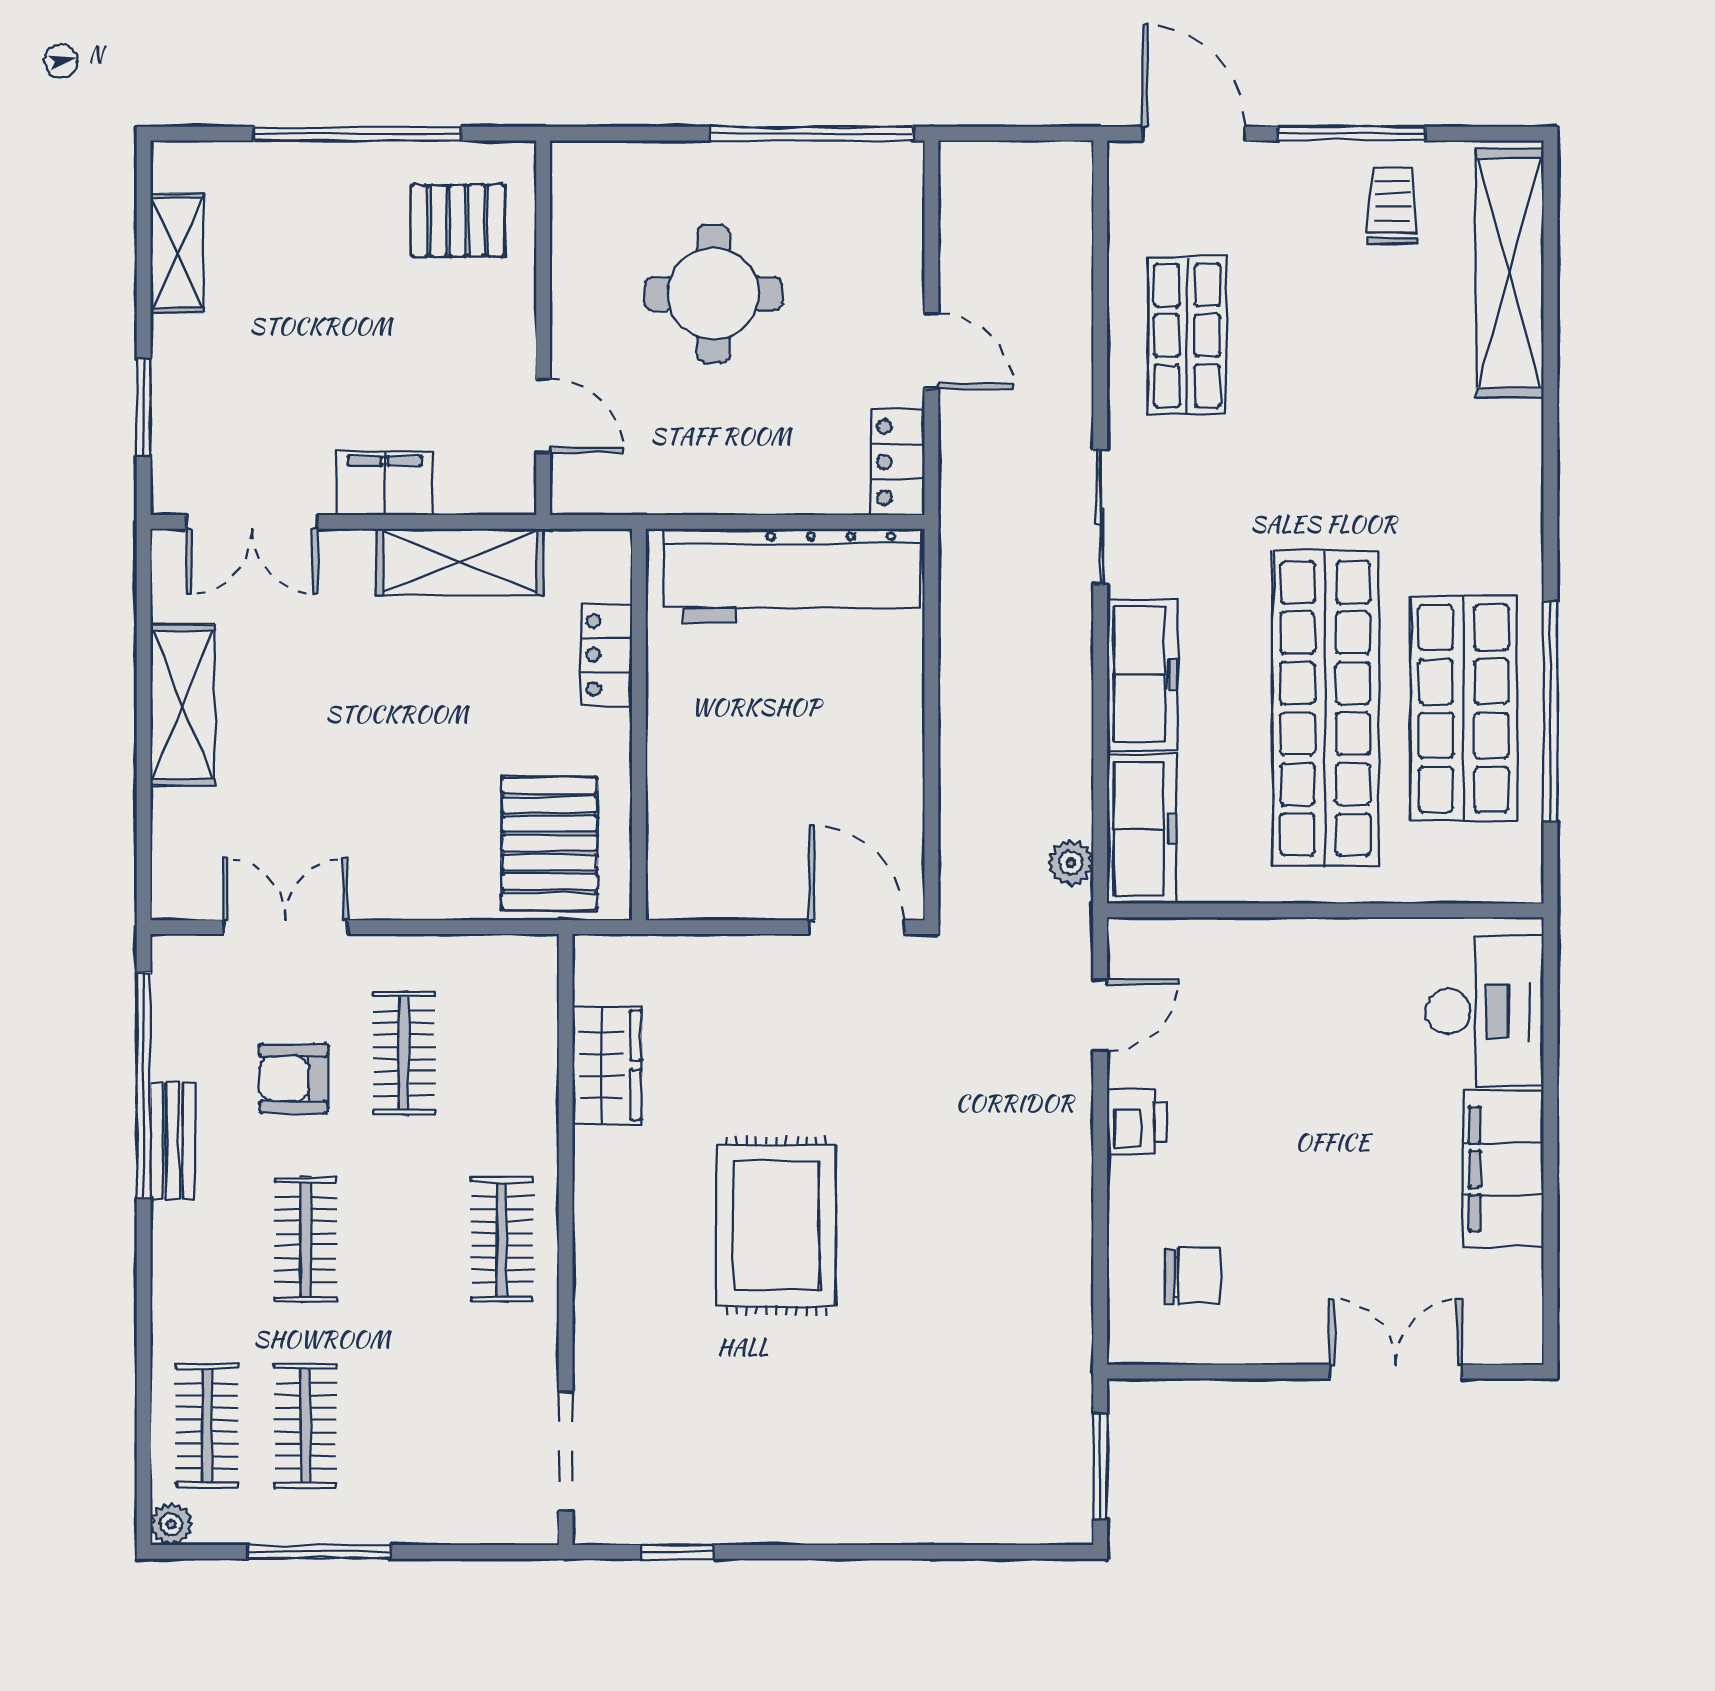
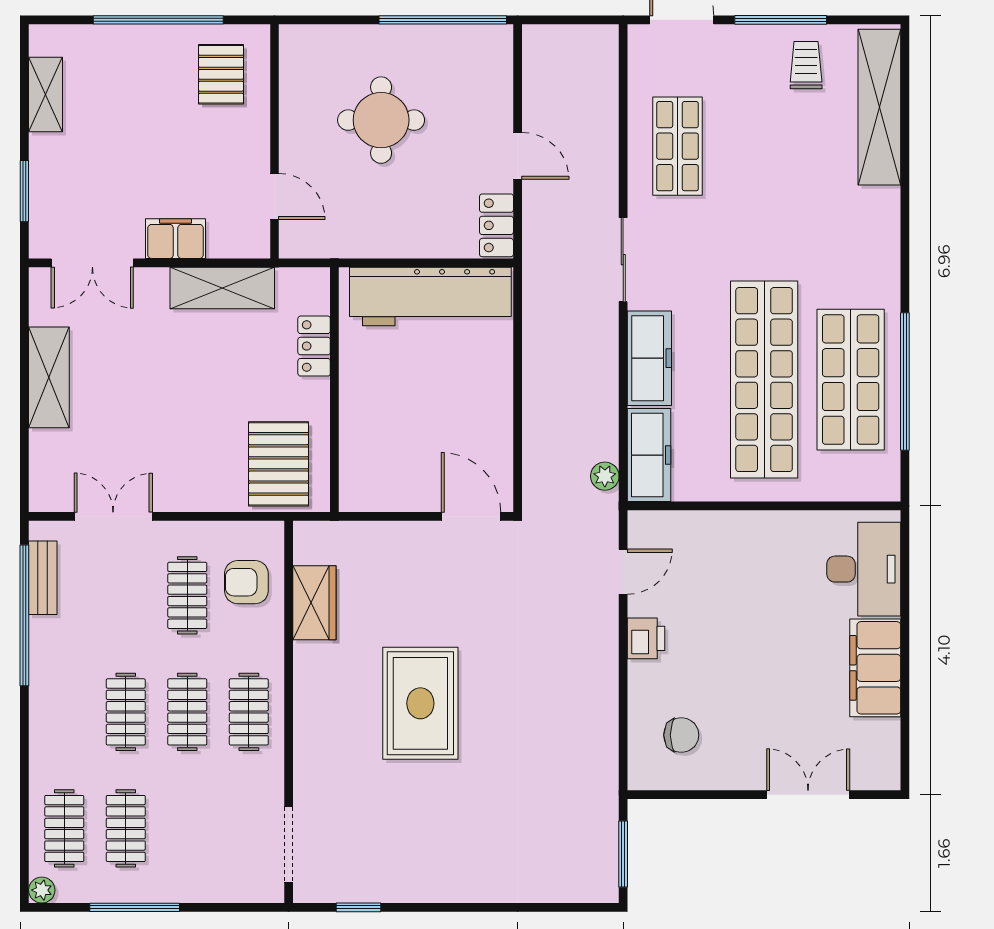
pallet: (458, 221) -> (221, 74), turned 90
armchair: (294, 1079) -> (246, 582), moved
bench: (173, 1141) -> (43, 578), moved
clothes rail: (404, 1239) -> (187, 712), added

